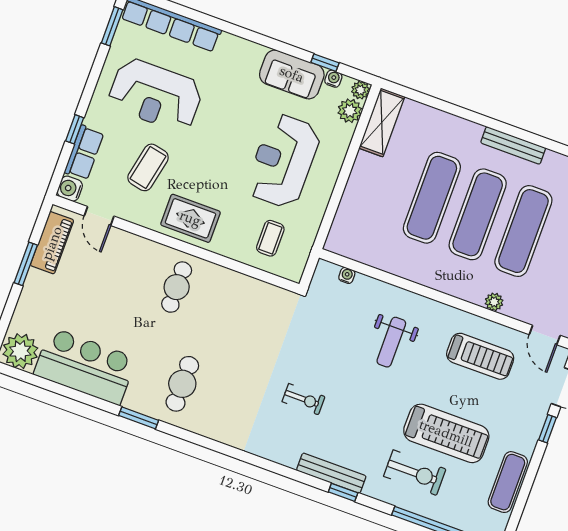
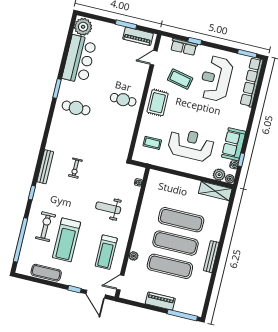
water cooler: (70, 189) -> (165, 42), removed
bench: (331, 473) -> (45, 167), moved
exercise bike: (415, 473) -> (46, 227), turned 180

